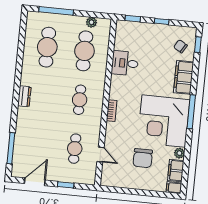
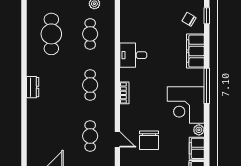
cafe table: (84, 51) -> (90, 34), width x0.73, depth x0.74
desk: (125, 63) -> (133, 55), moved
corner desk: (164, 121) -> (186, 105), width x0.74, depth x0.74
window: (11, 148) -> (24, 142), removed
chair: (143, 158) -> (149, 140), moved

